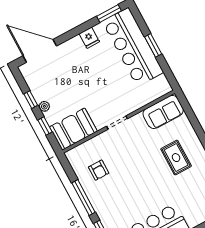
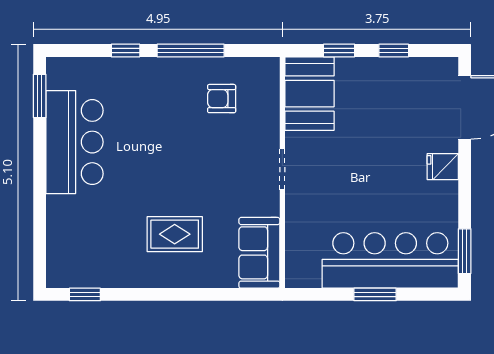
fridge: (89, 38) -> (443, 167), moved
plant: (44, 106) -> (371, 67), removed

